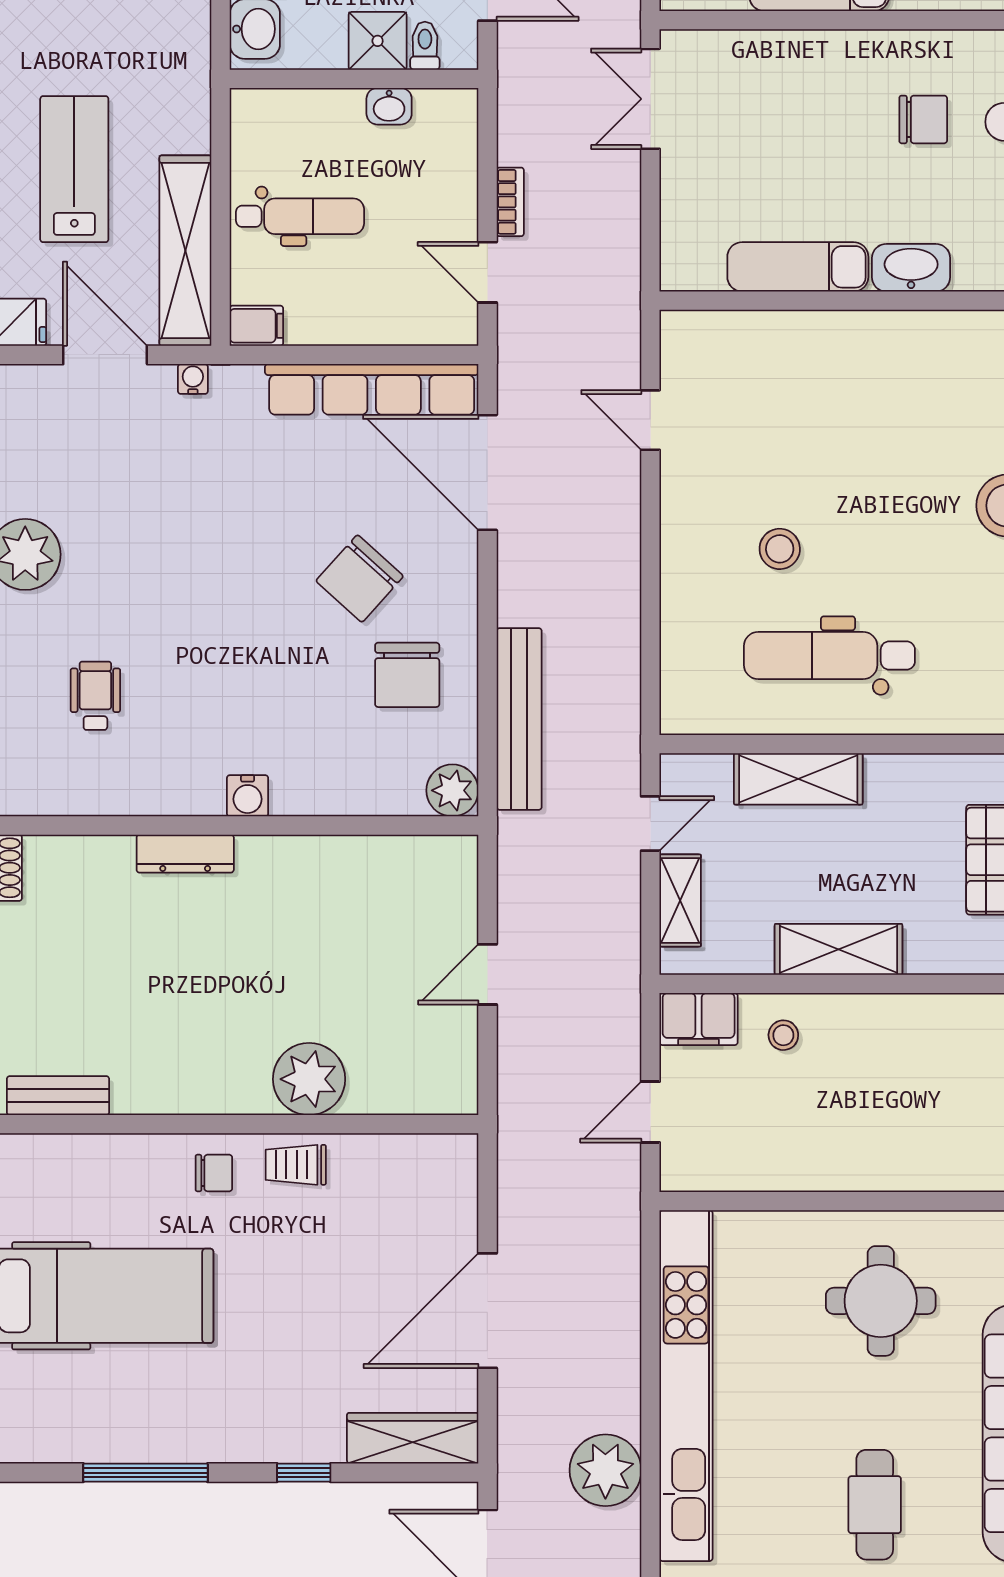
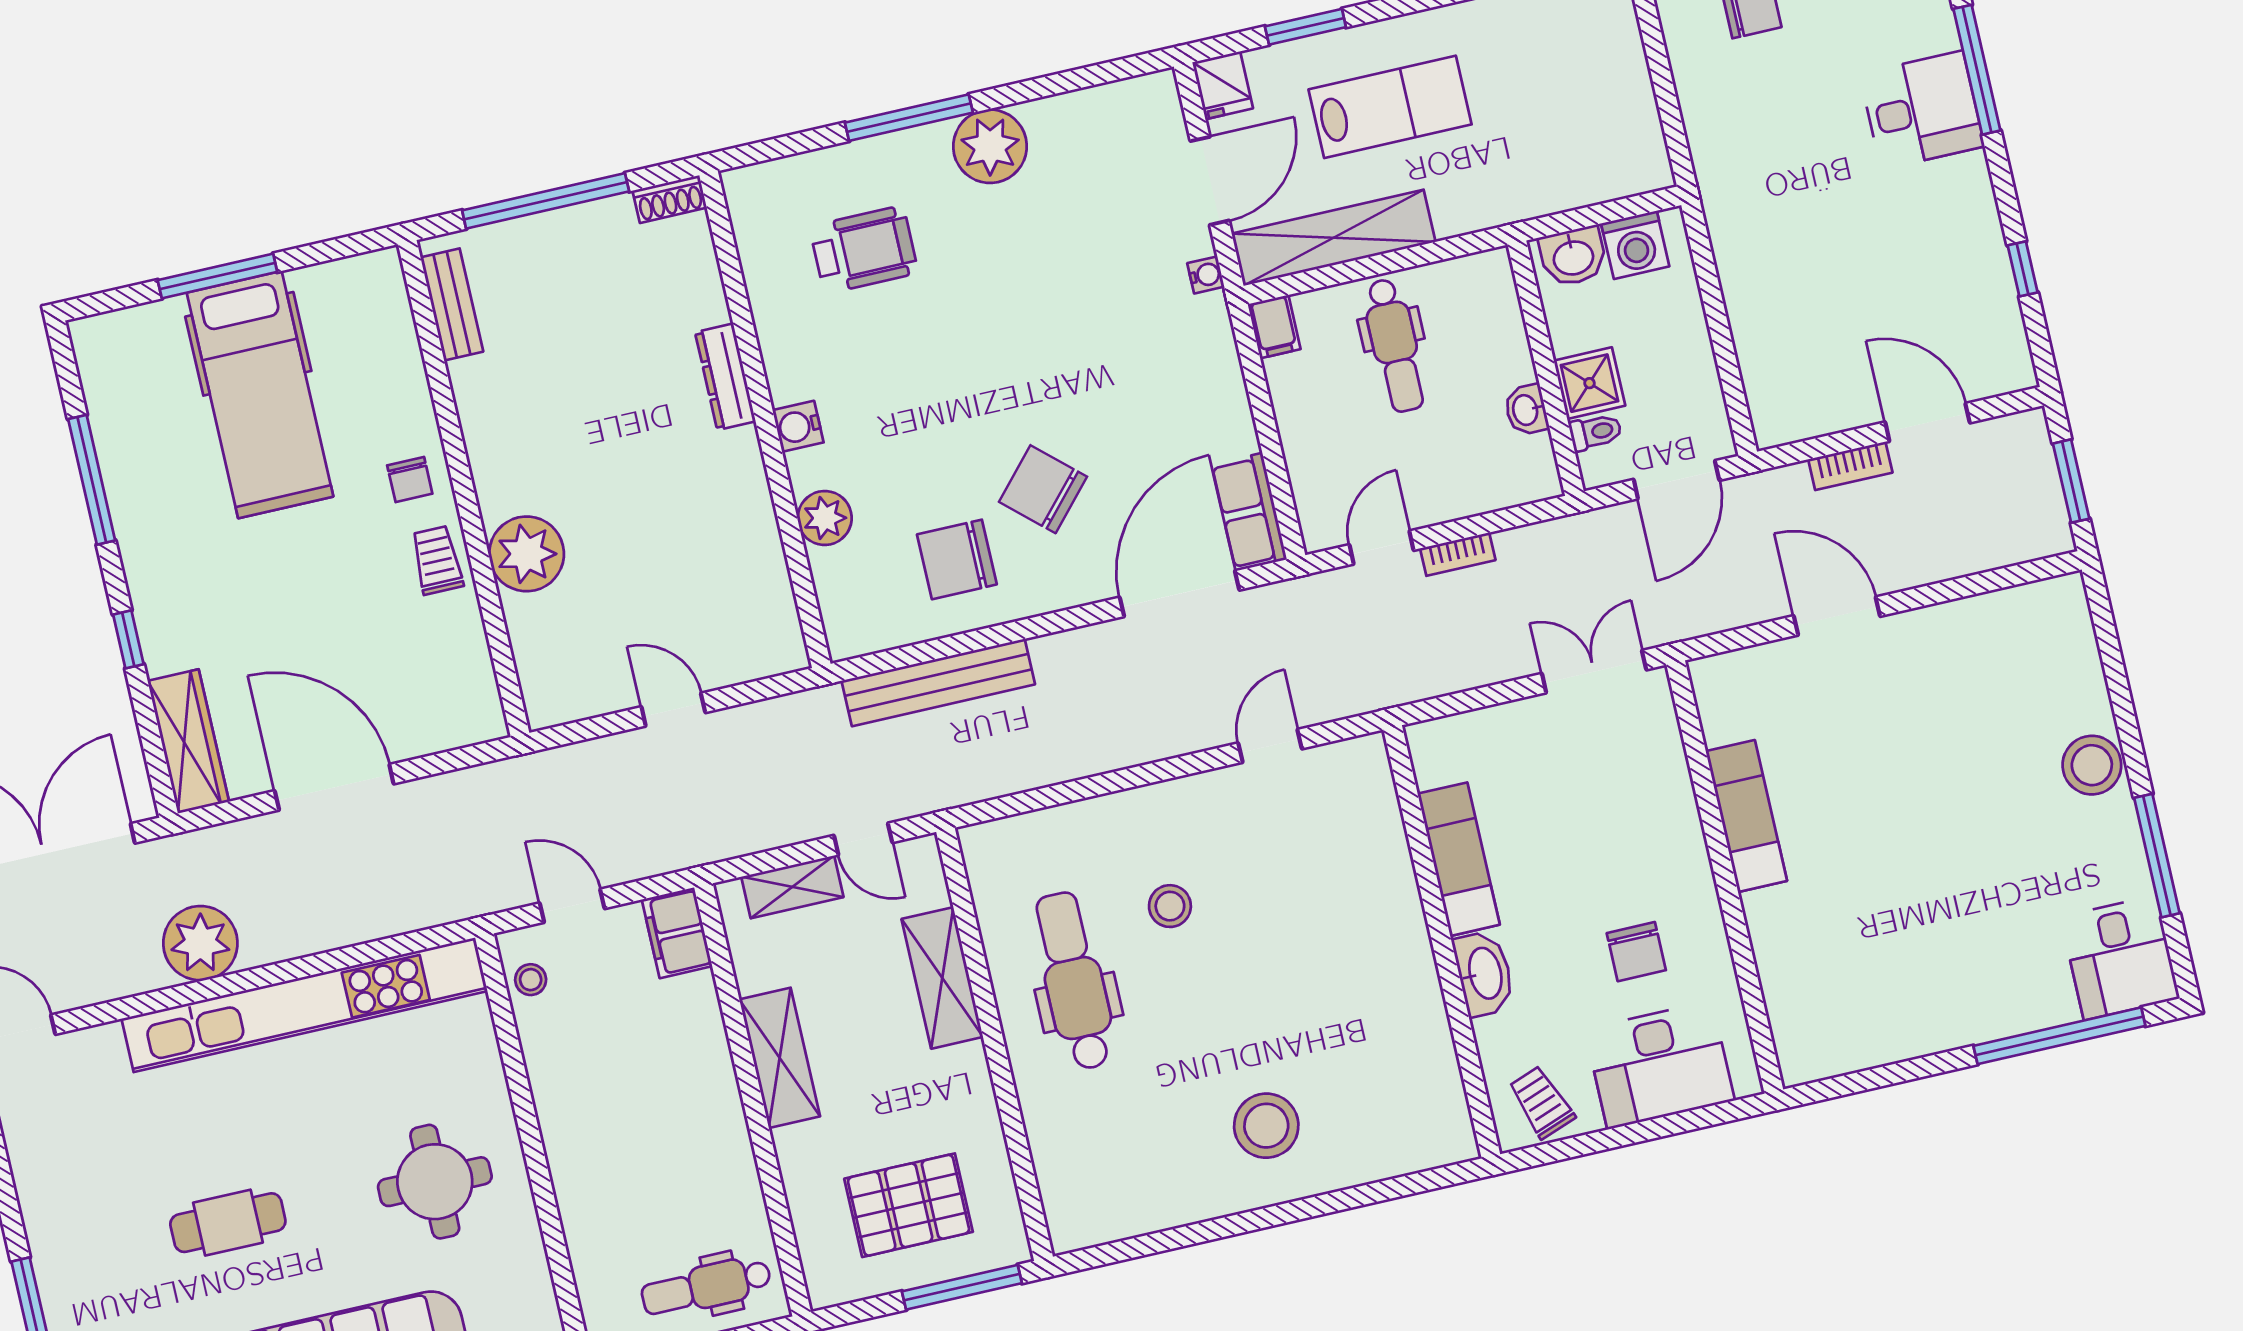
row of seats: (372, 389) -> (1249, 512), width x0.50
wheelchair: (95, 696) -> (864, 250), width x1.36, depth x1.37
plant: (452, 790) -> (825, 518), moved
stool: (783, 1035) -> (531, 980), moved

